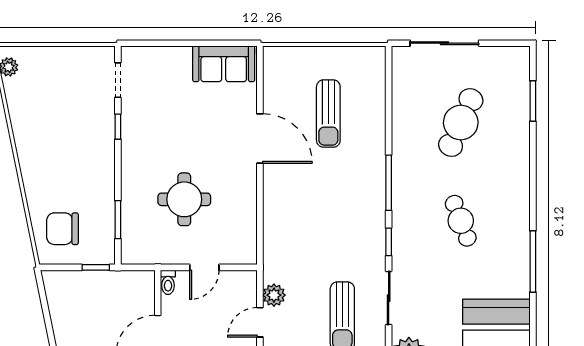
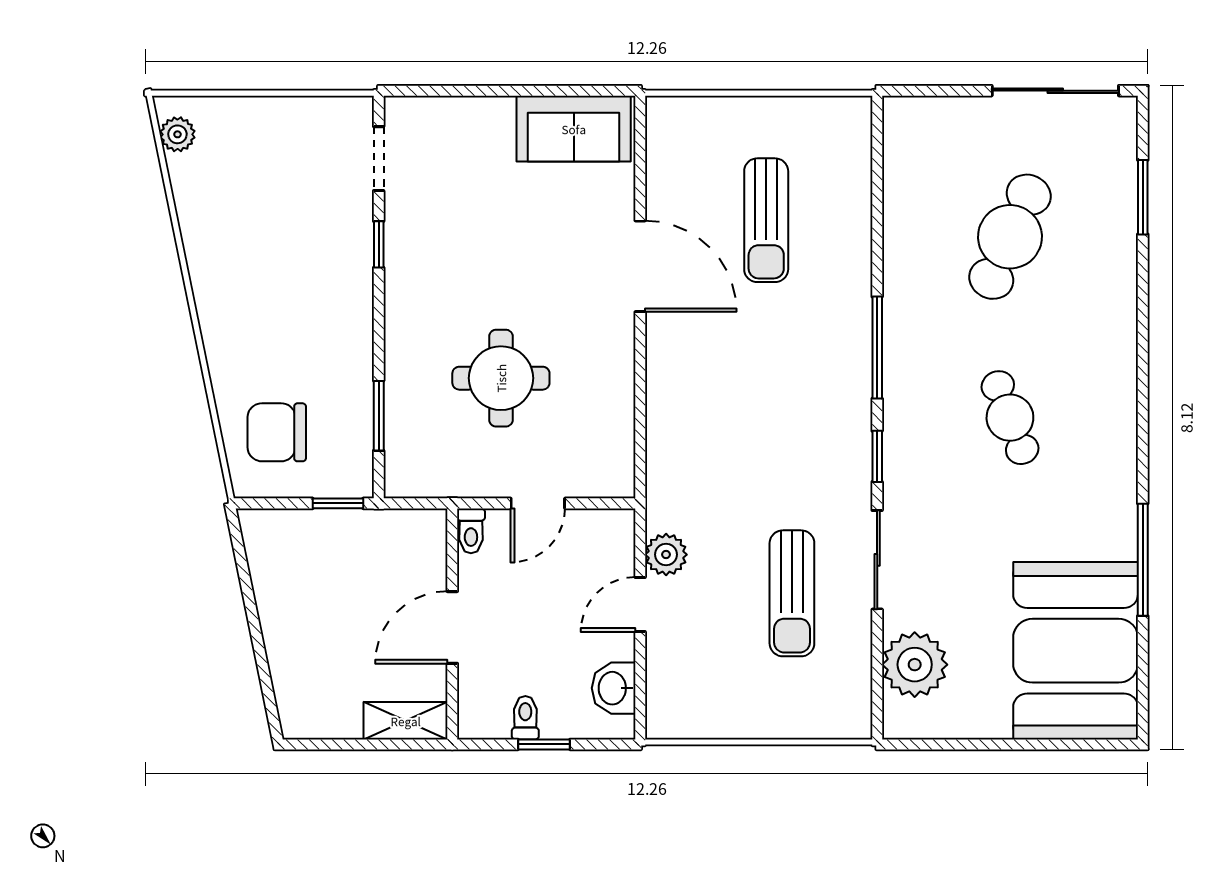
sliding door: (444, 43) -> (1055, 91), moved
window: (533, 262) -> (1143, 560), moved

